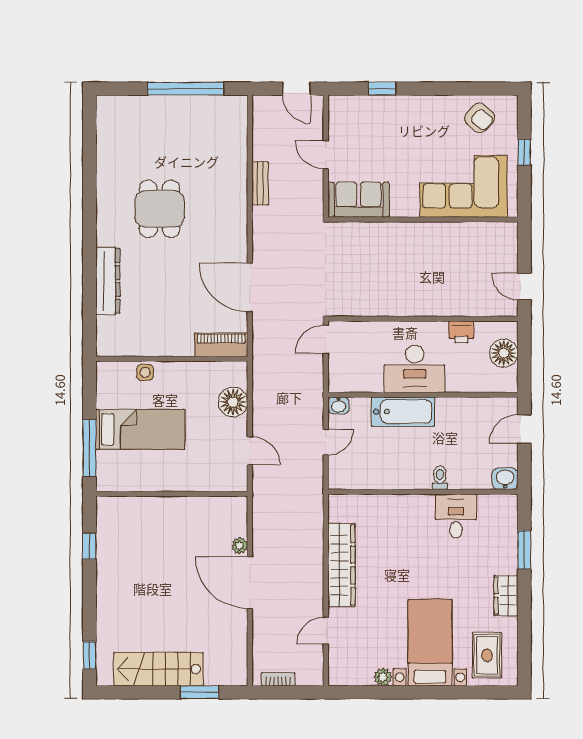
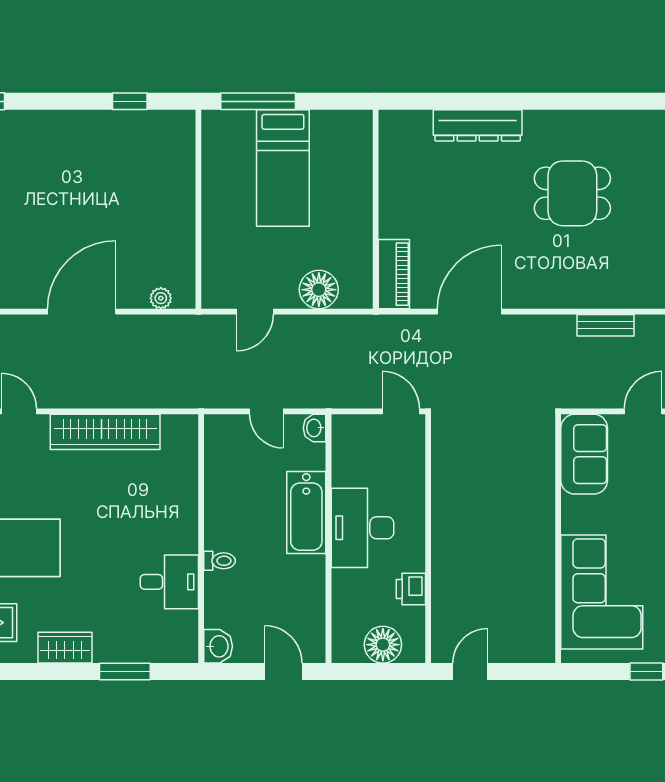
side table: (145, 372) -> (358, 174), removed
plant: (240, 546) -> (161, 298), moved

